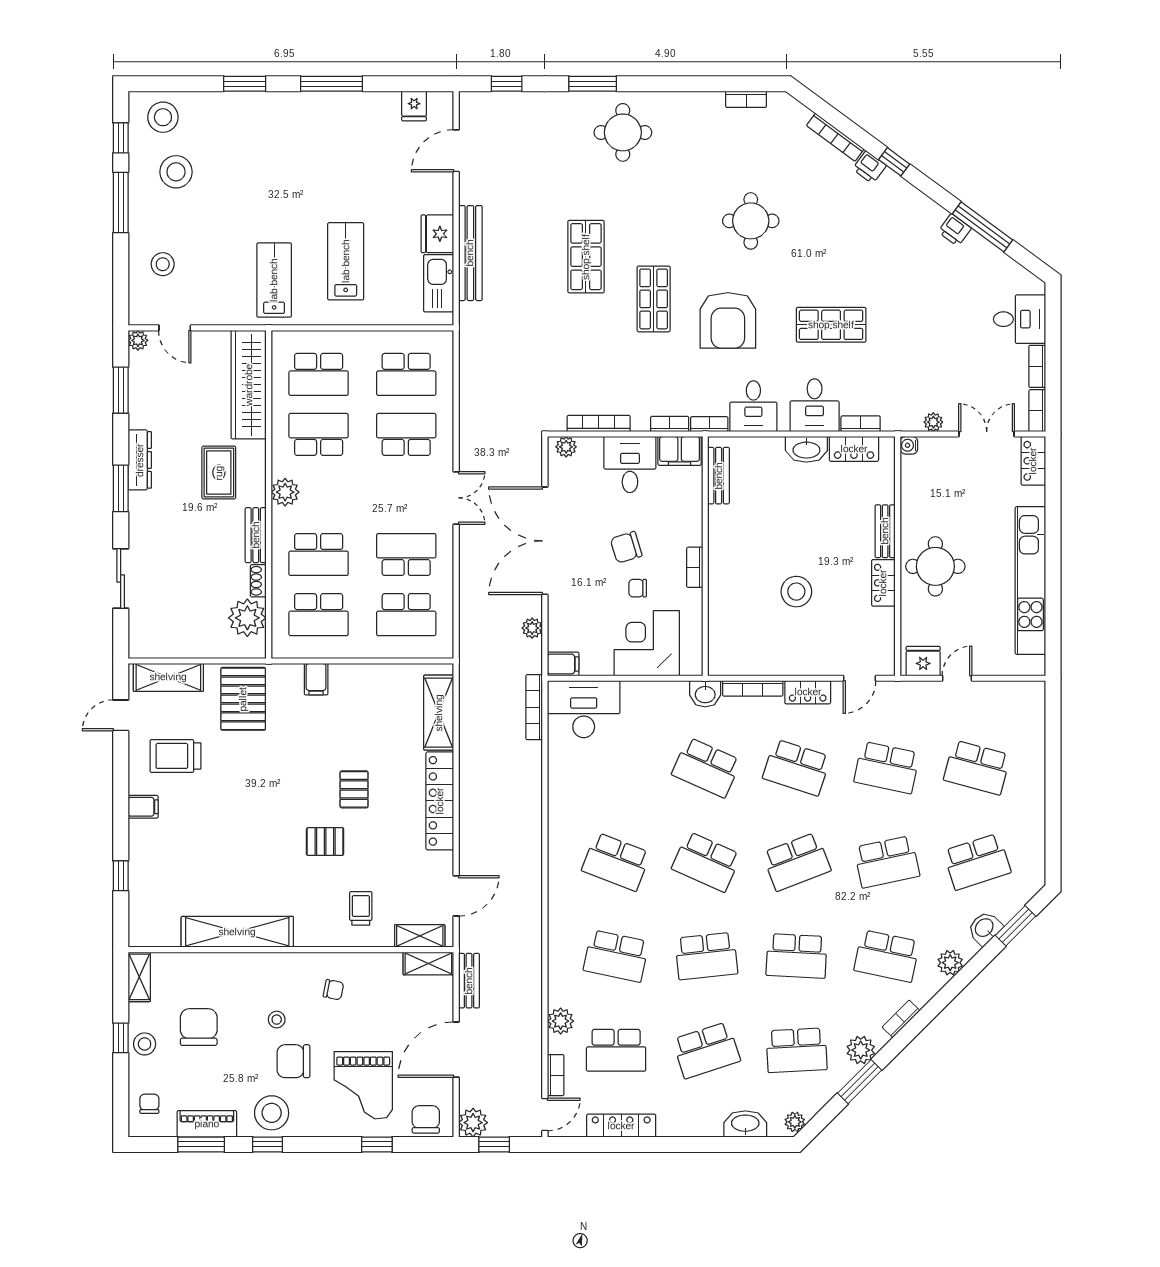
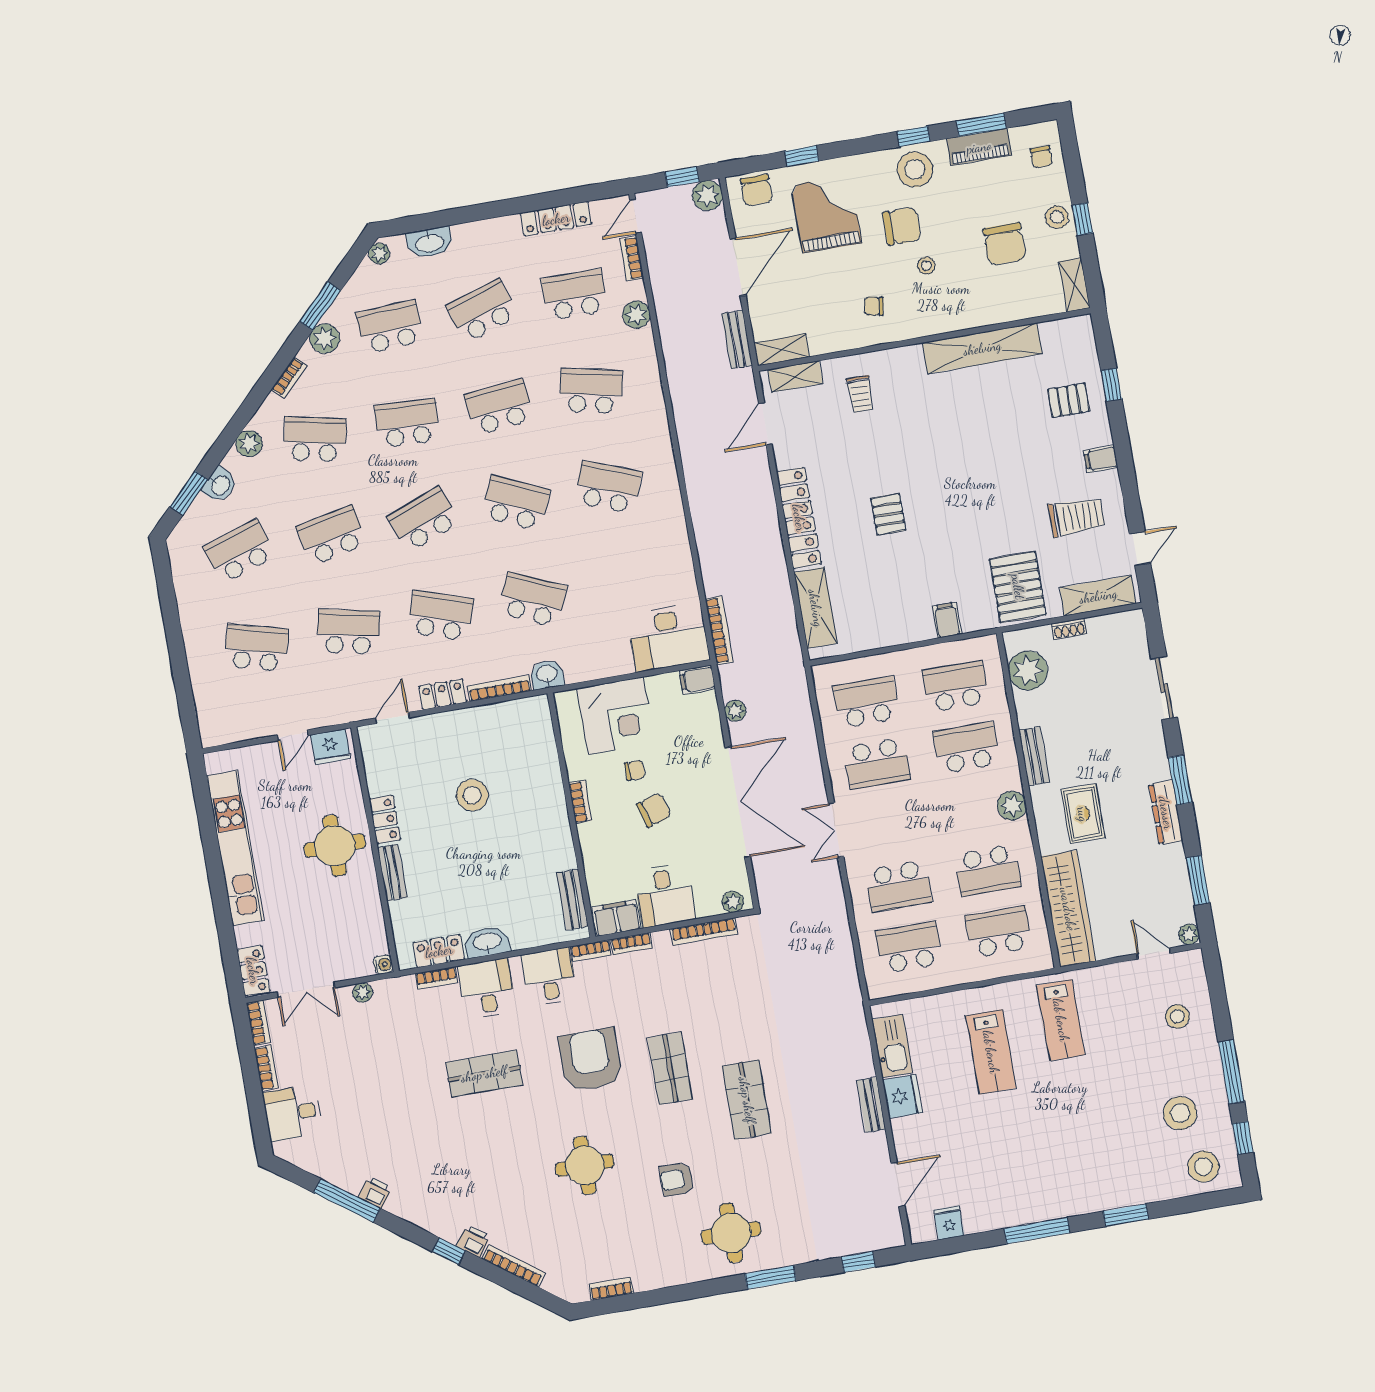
armchair: (666, 192) -> (677, 1179), added
bench: (470, 253) -> (871, 1105), width x0.54, depth x0.82
shoe rack: (258, 581) -> (1069, 629), moved, turned 90
pallet: (325, 842) -> (1069, 400), moved

